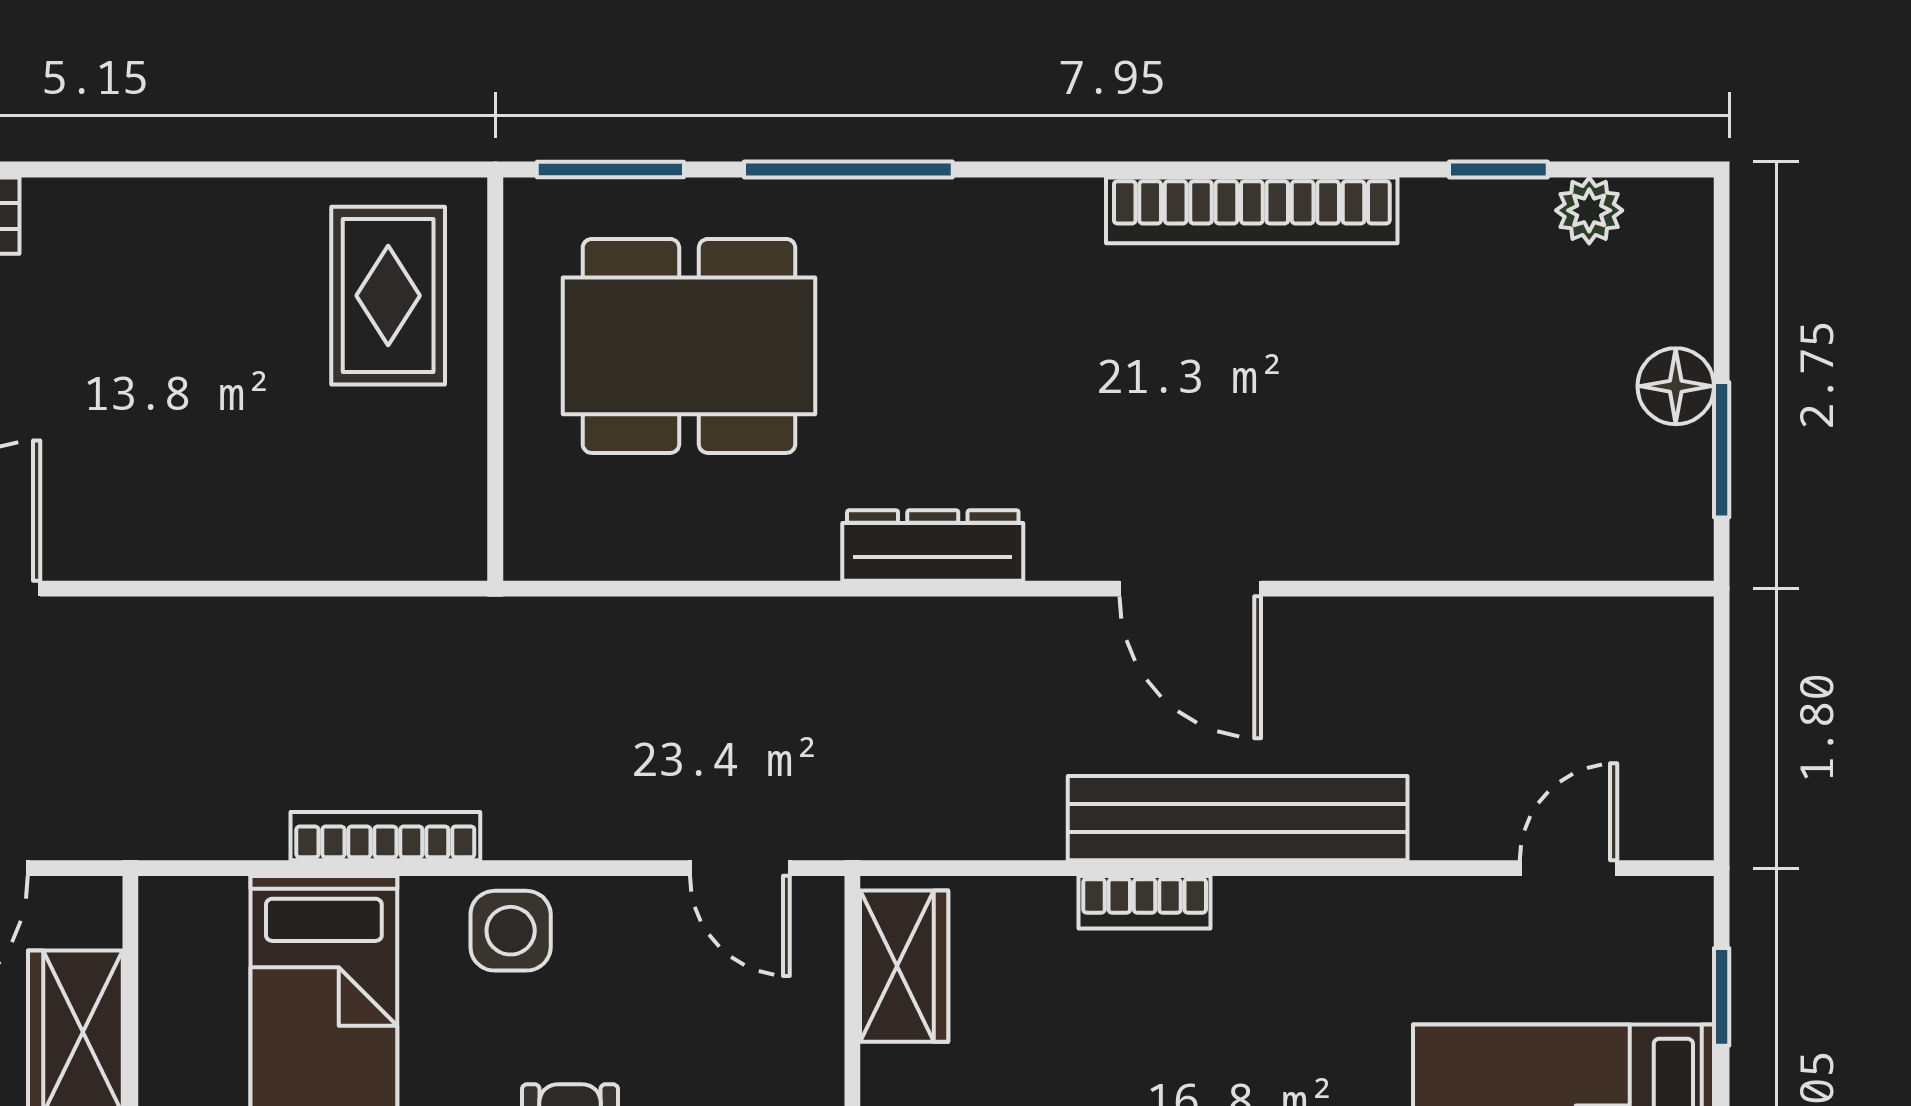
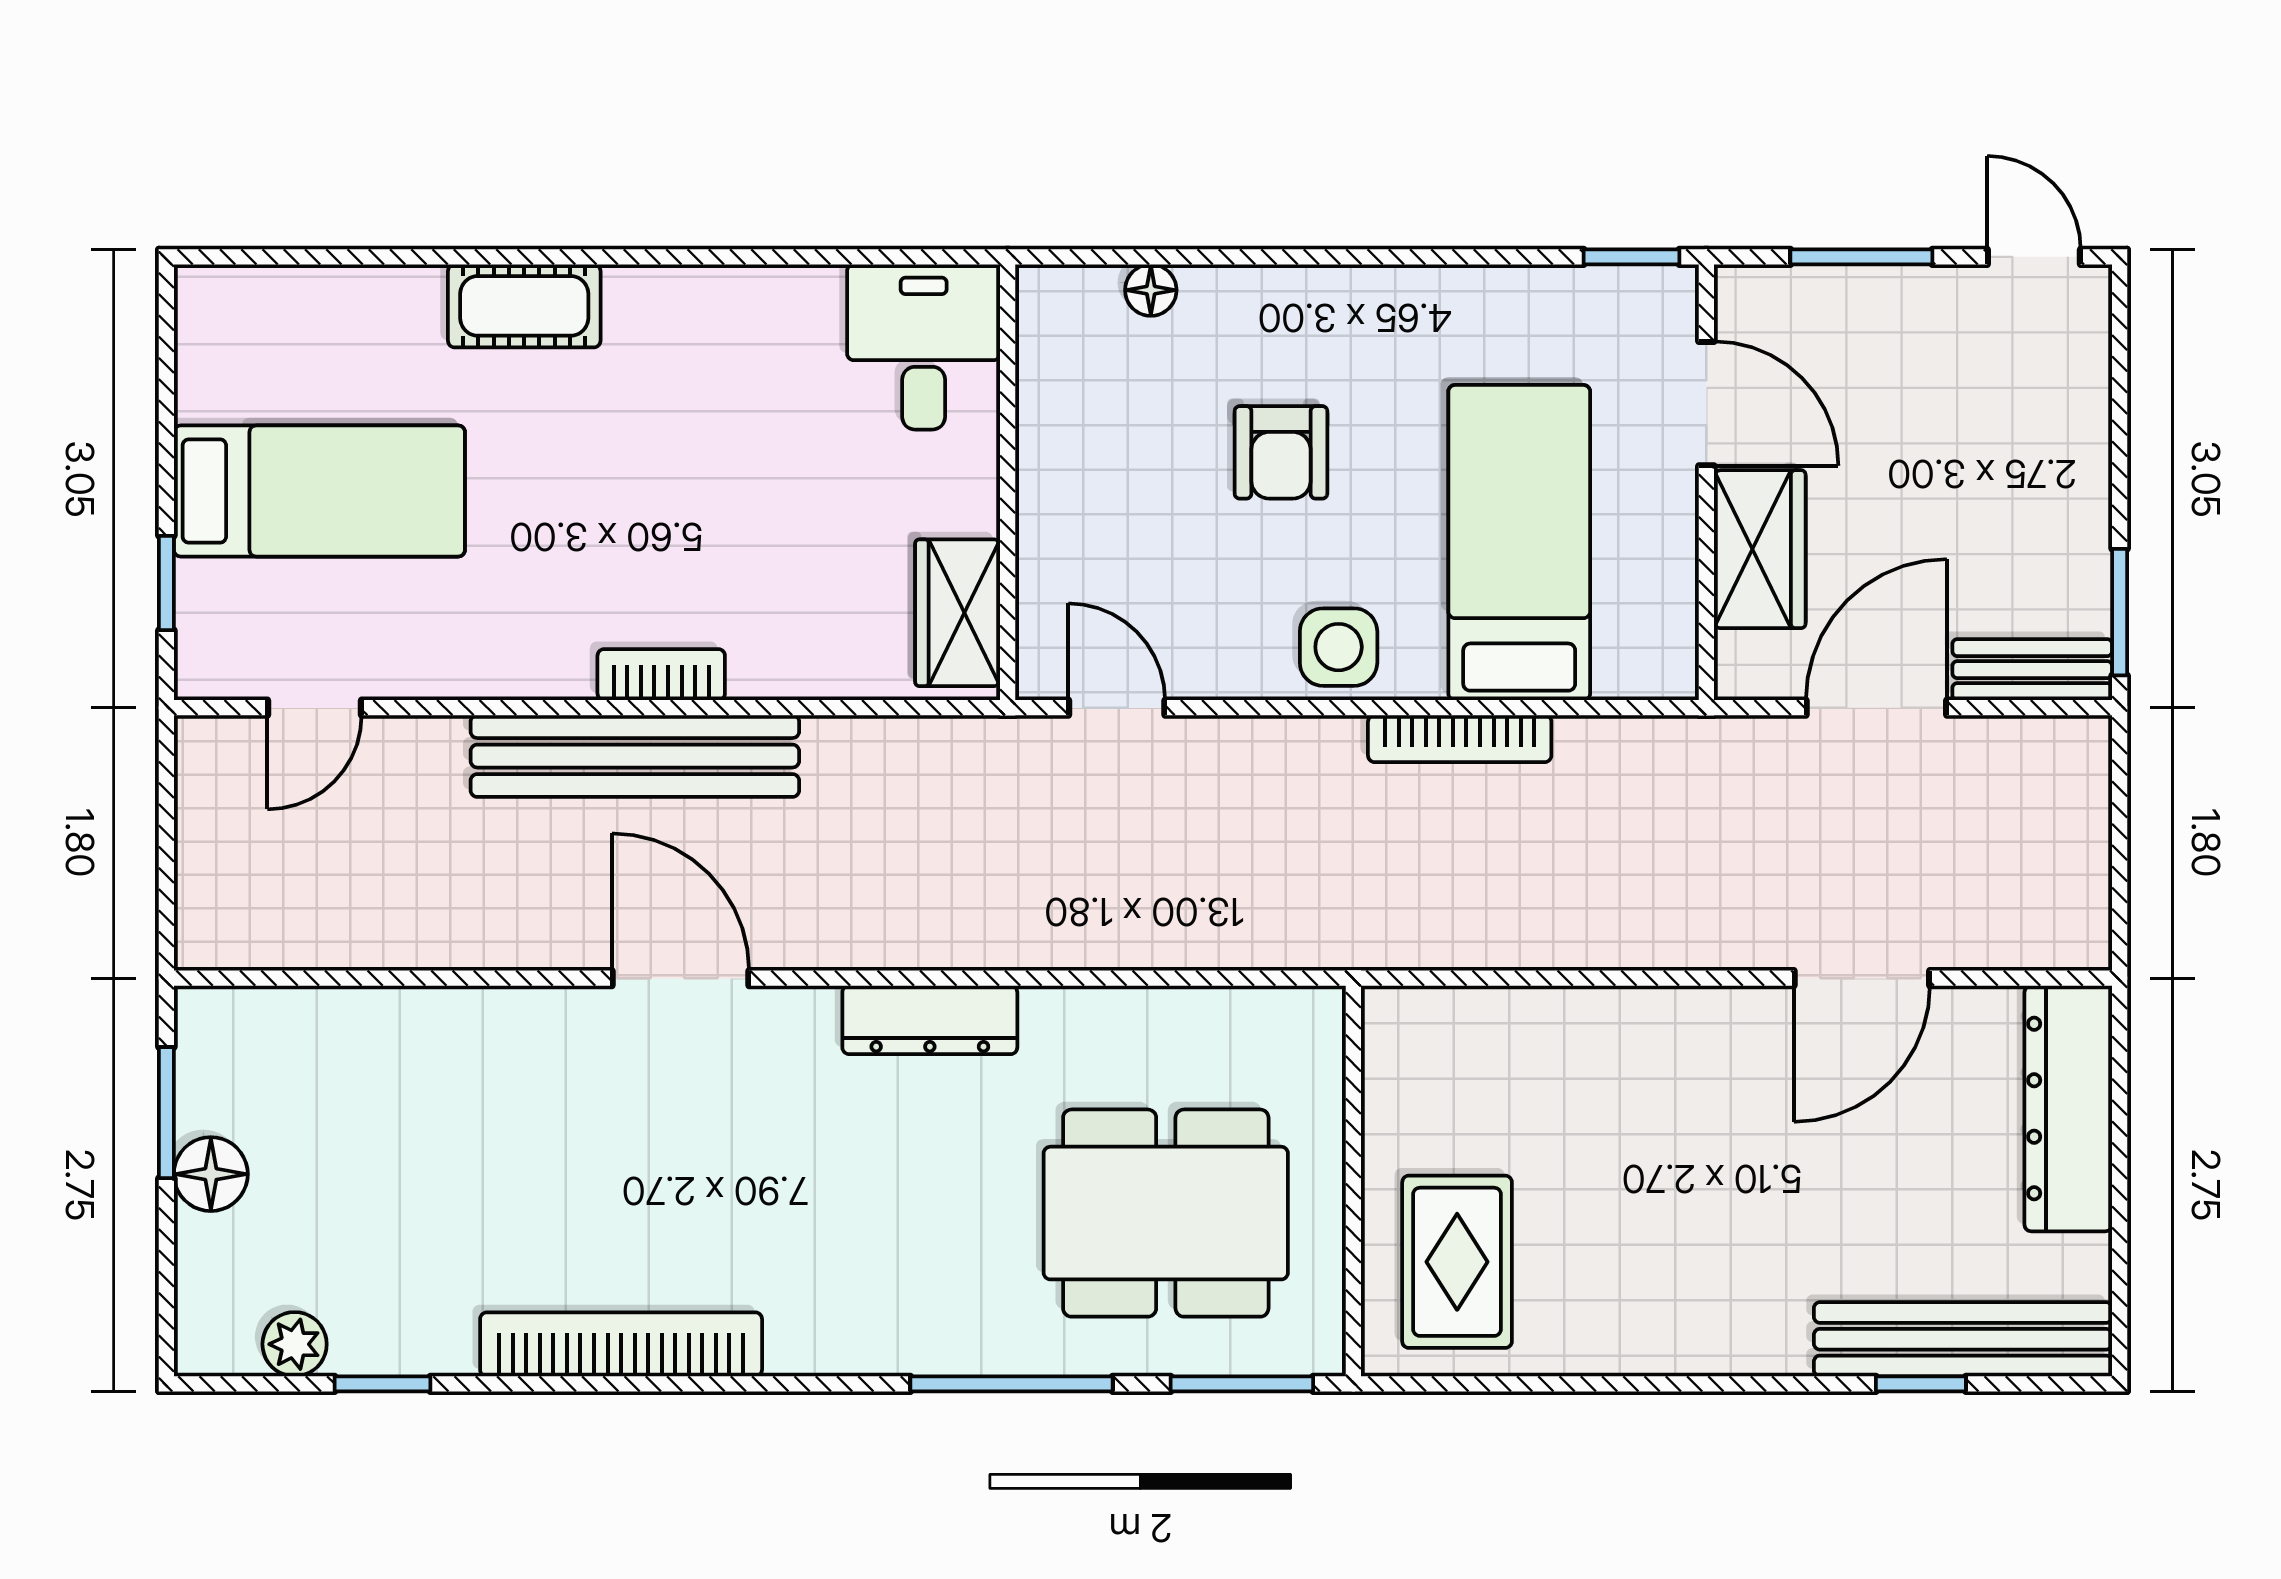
bookcase: (1145, 902) -> (661, 675), moved

